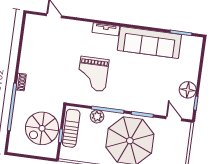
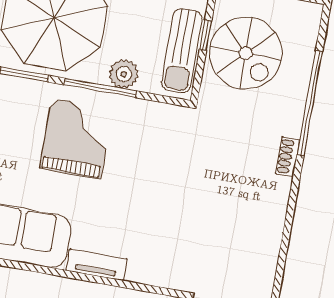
grand piano: (93, 74) -> (76, 139), moved
spiral stairs: (42, 128) -> (246, 53), turned 90

